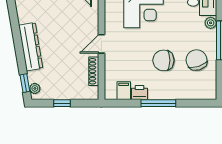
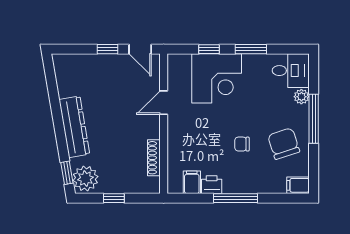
door: (101, 44) -> (164, 103), moved
chair: (163, 60) -> (242, 144), width x0.54, depth x0.54
plant: (35, 88) -> (85, 178), width x1.88, depth x1.88
filing cabinet: (208, 93) -> (298, 185), added

